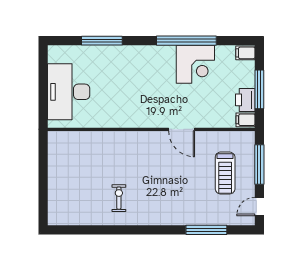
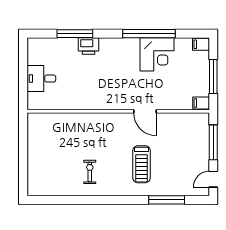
desk: (69, 92) -> (41, 79), width x0.53, depth x0.77
printer: (245, 100) -> (89, 46), moved, turned -90
treadmill: (225, 173) -> (142, 164), moved

